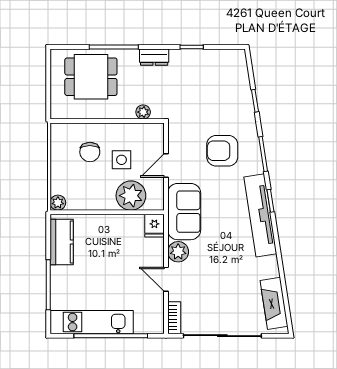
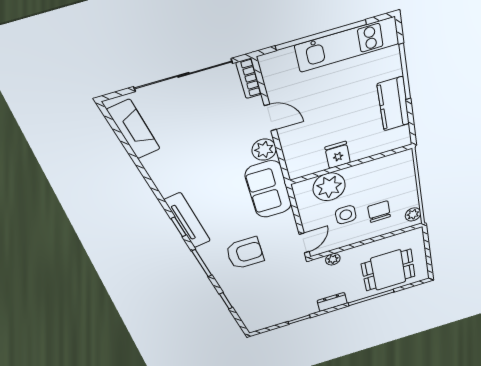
door: (166, 166) -> (304, 243), moved
plant: (58, 203) -> (413, 214), moved
tv unit: (260, 215) -> (188, 221), width x0.73, depth x0.78
fridge: (154, 226) -> (338, 155), moved
kitchen counter: (62, 242) -> (393, 104), moved

